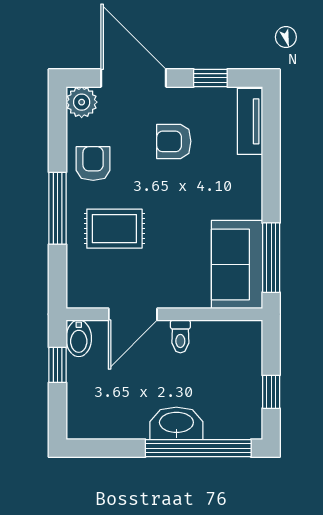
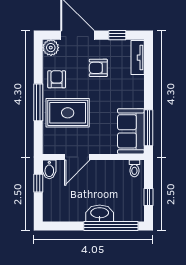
rug: (114, 229) -> (68, 113), width x1.36, depth x1.43
toilet: (180, 336) -> (134, 168), moved

